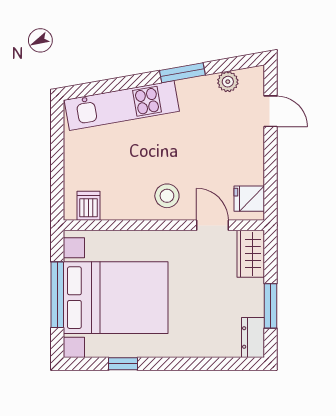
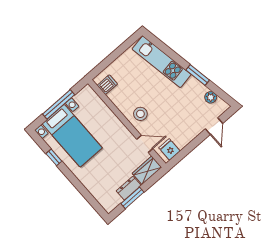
door: (212, 225) -> (145, 144), hinge flipped
bed with nightstands: (116, 298) -> (72, 136), width x0.73
dresser: (253, 337) -> (129, 188), moved

